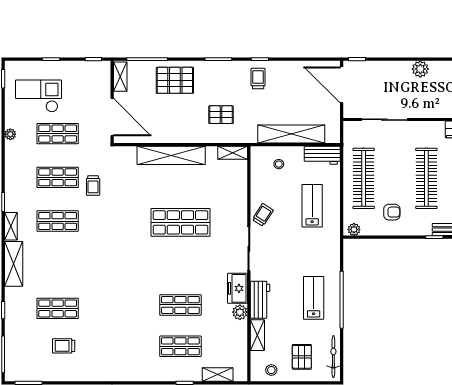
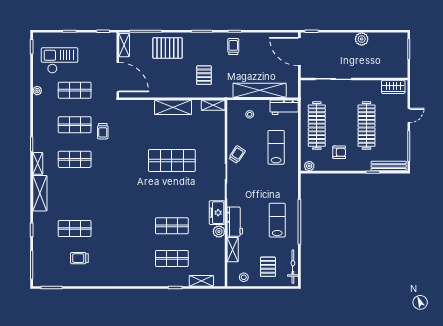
pallet: (221, 115) -> (204, 75), turned 90
shelving: (171, 155) -> (173, 107), width x0.68

